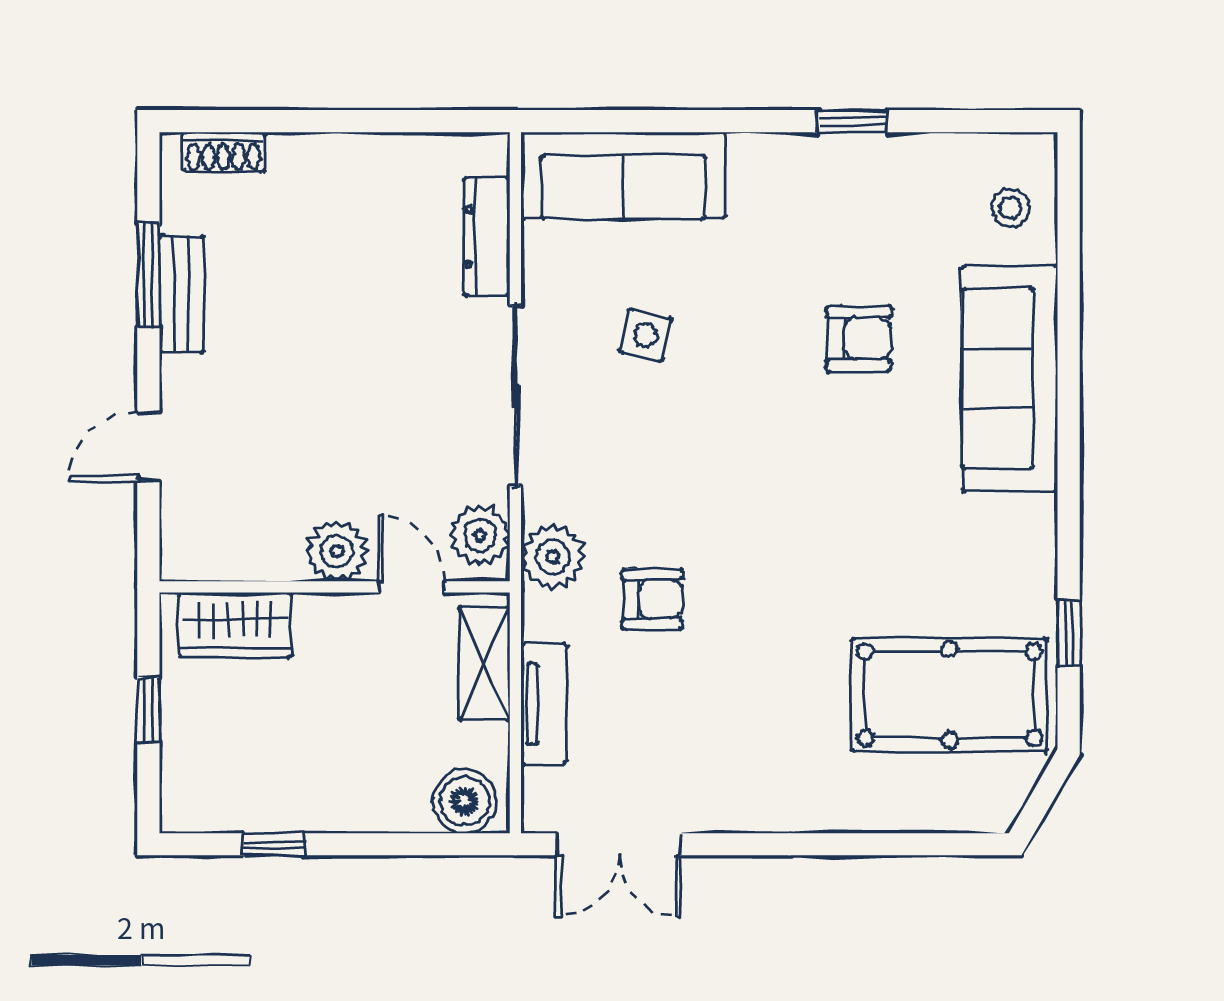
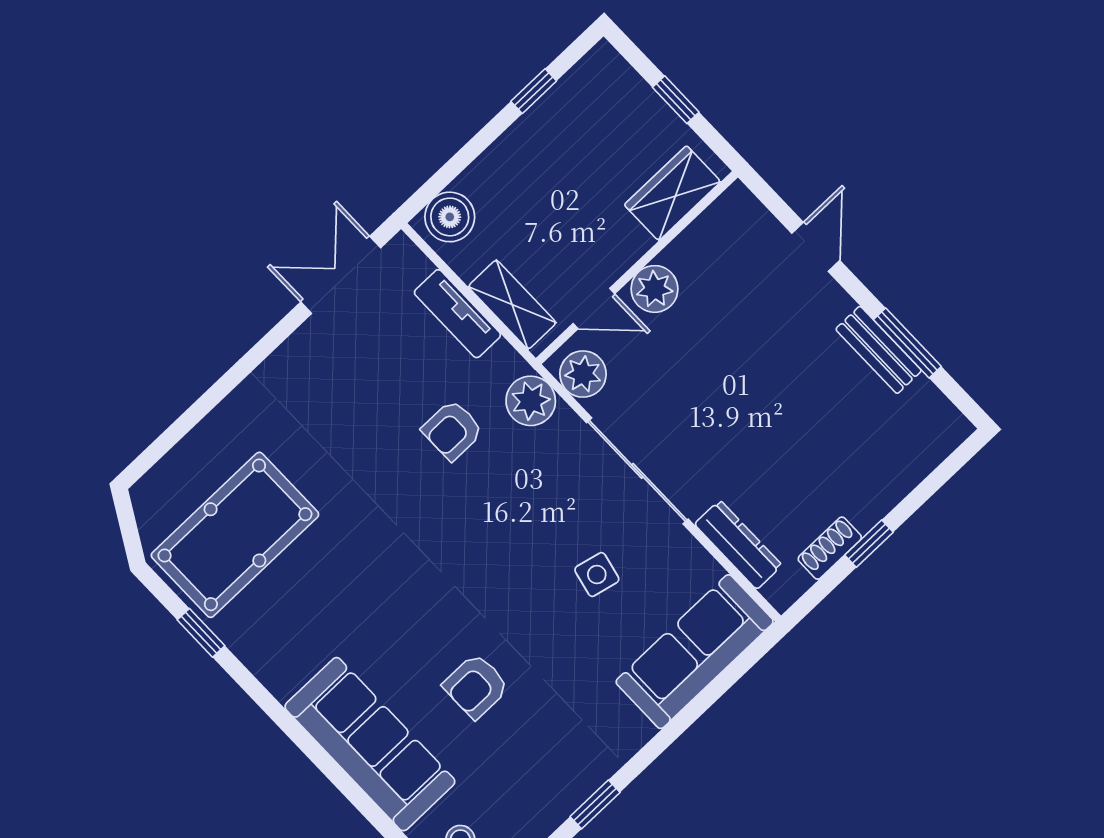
window: (363, 121) -> (869, 544), added
shoe rack: (224, 152) -> (830, 548), moved

